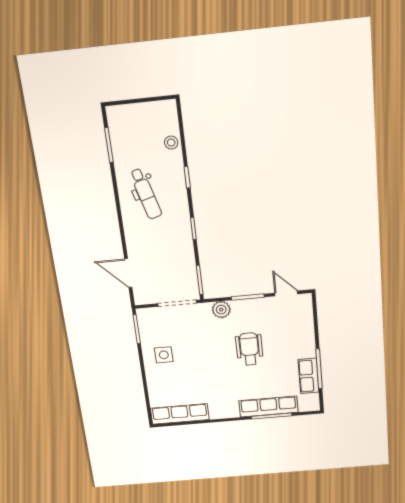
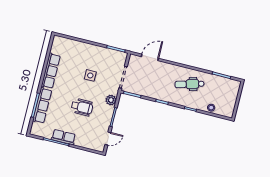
side table: (164, 355) -> (90, 75), moved
row of seats: (309, 376) -> (64, 137), moved
row of seats: (180, 414) -> (51, 71), moved

